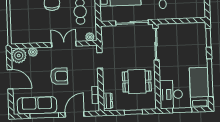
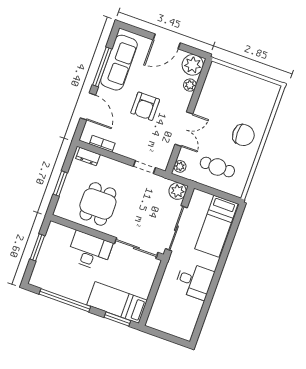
plant: (107, 32) -> (178, 191), added
bed: (199, 87) -> (117, 302), moved, turned 180
desk: (171, 94) -> (90, 251), moved

